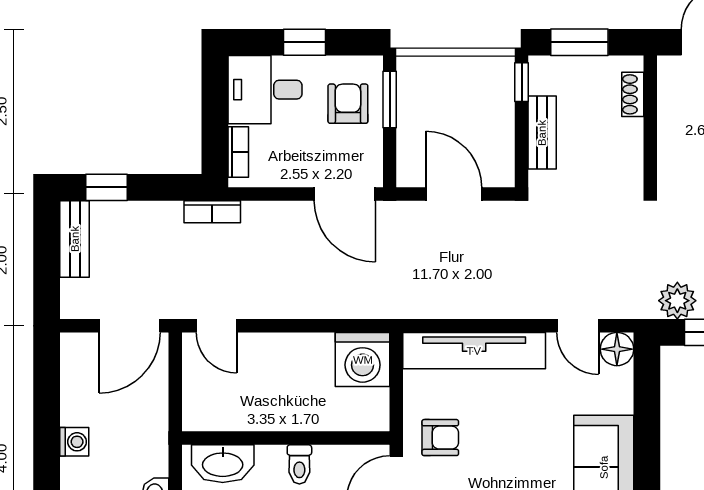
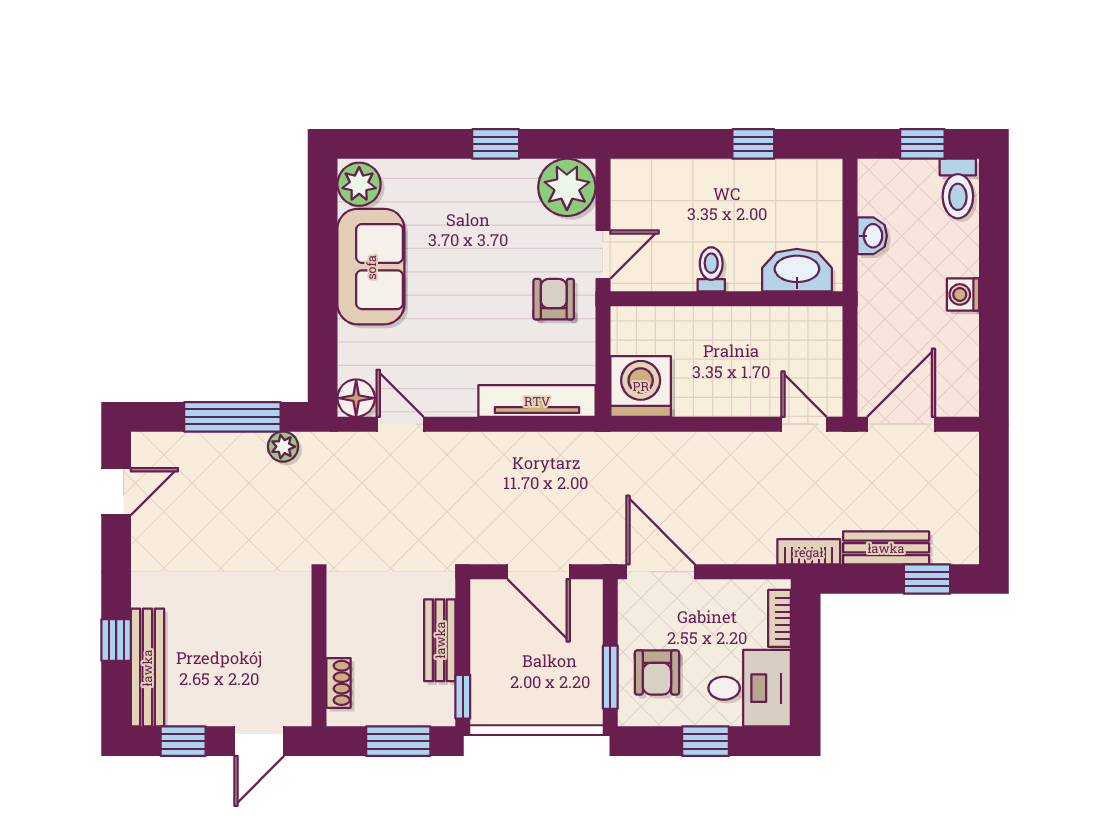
bench: (75, 239) -> (886, 548), moved, turned 90
plant: (677, 301) -> (283, 447), width x0.73, depth x0.73
tv unit: (474, 351) -> (537, 401), width x0.73, depth x0.78
armchair: (440, 438) -> (554, 299), turned 90

